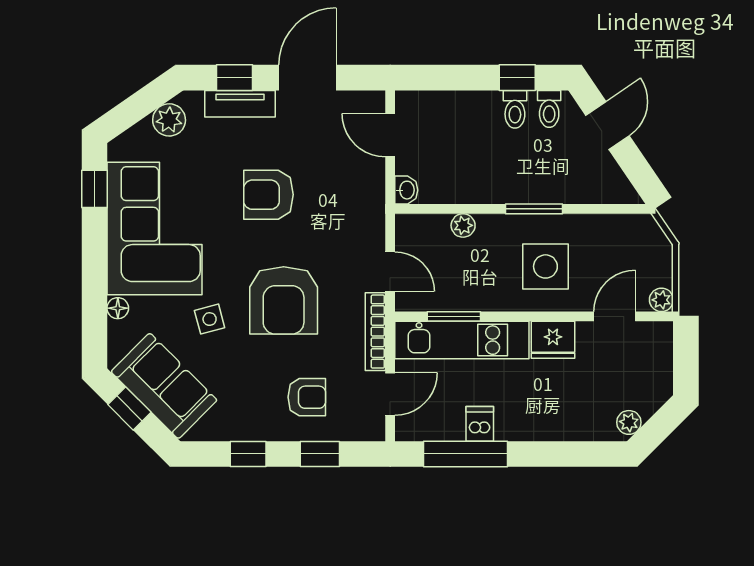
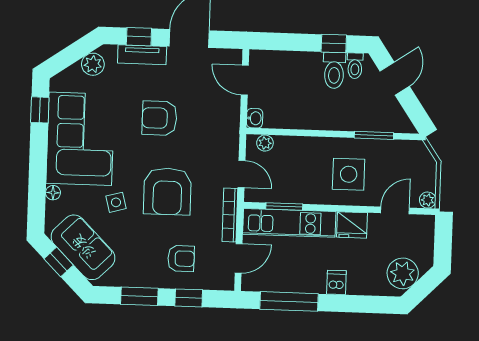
toilet: (515, 109) -> (334, 70), width x1.37, depth x1.39
window: (534, 209) -> (374, 135), moved
plant: (463, 225) -> (265, 143), moved
plant: (629, 422) -> (403, 273), width x1.88, depth x1.88
dishwasher: (480, 424) -> (336, 282), moved
window: (248, 454) -> (139, 296), width x1.50

